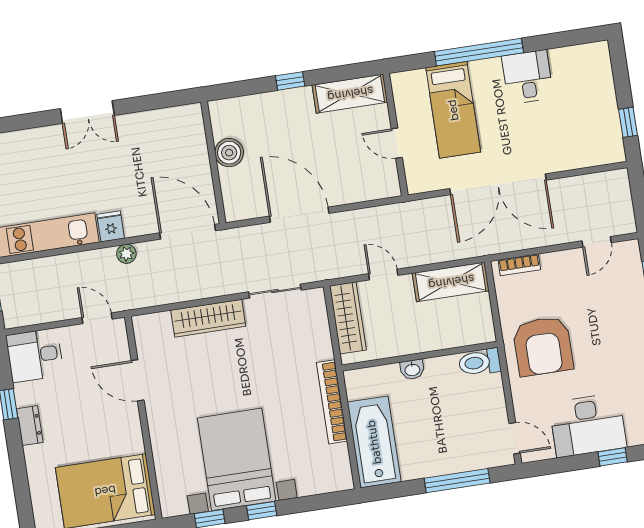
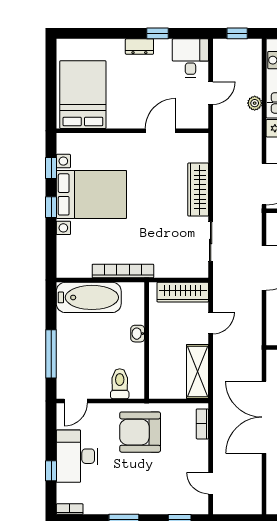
plant: (126, 254) -> (255, 103), moved
door: (97, 318) -> (211, 93), moved
toilet: (480, 362) -> (120, 384), moved

